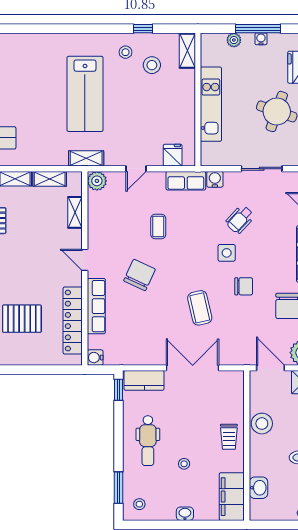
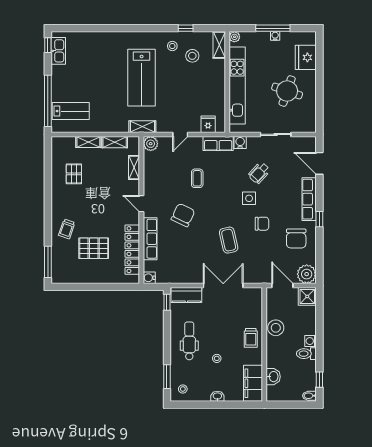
plant: (234, 40) -> (234, 37), moved
kitchen unit: (211, 104) -> (237, 85), width x1.36
dental chair: (148, 441) -> (189, 341), turned 180

